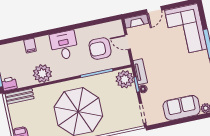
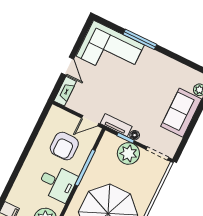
door: (128, 42) -> (90, 121), moved
desk: (64, 45) -> (57, 183), moved, turned 180
plant: (125, 79) -> (128, 153), moved

